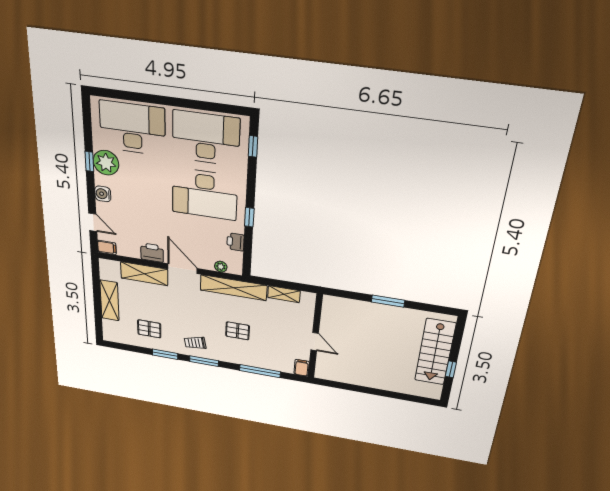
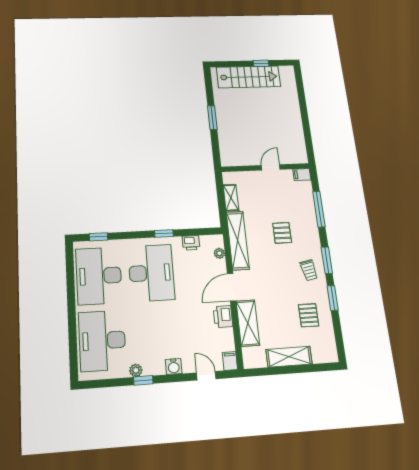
plant: (106, 163) -> (136, 370), width x0.53, depth x0.53
door: (93, 222) -> (206, 376), hinge flipped

